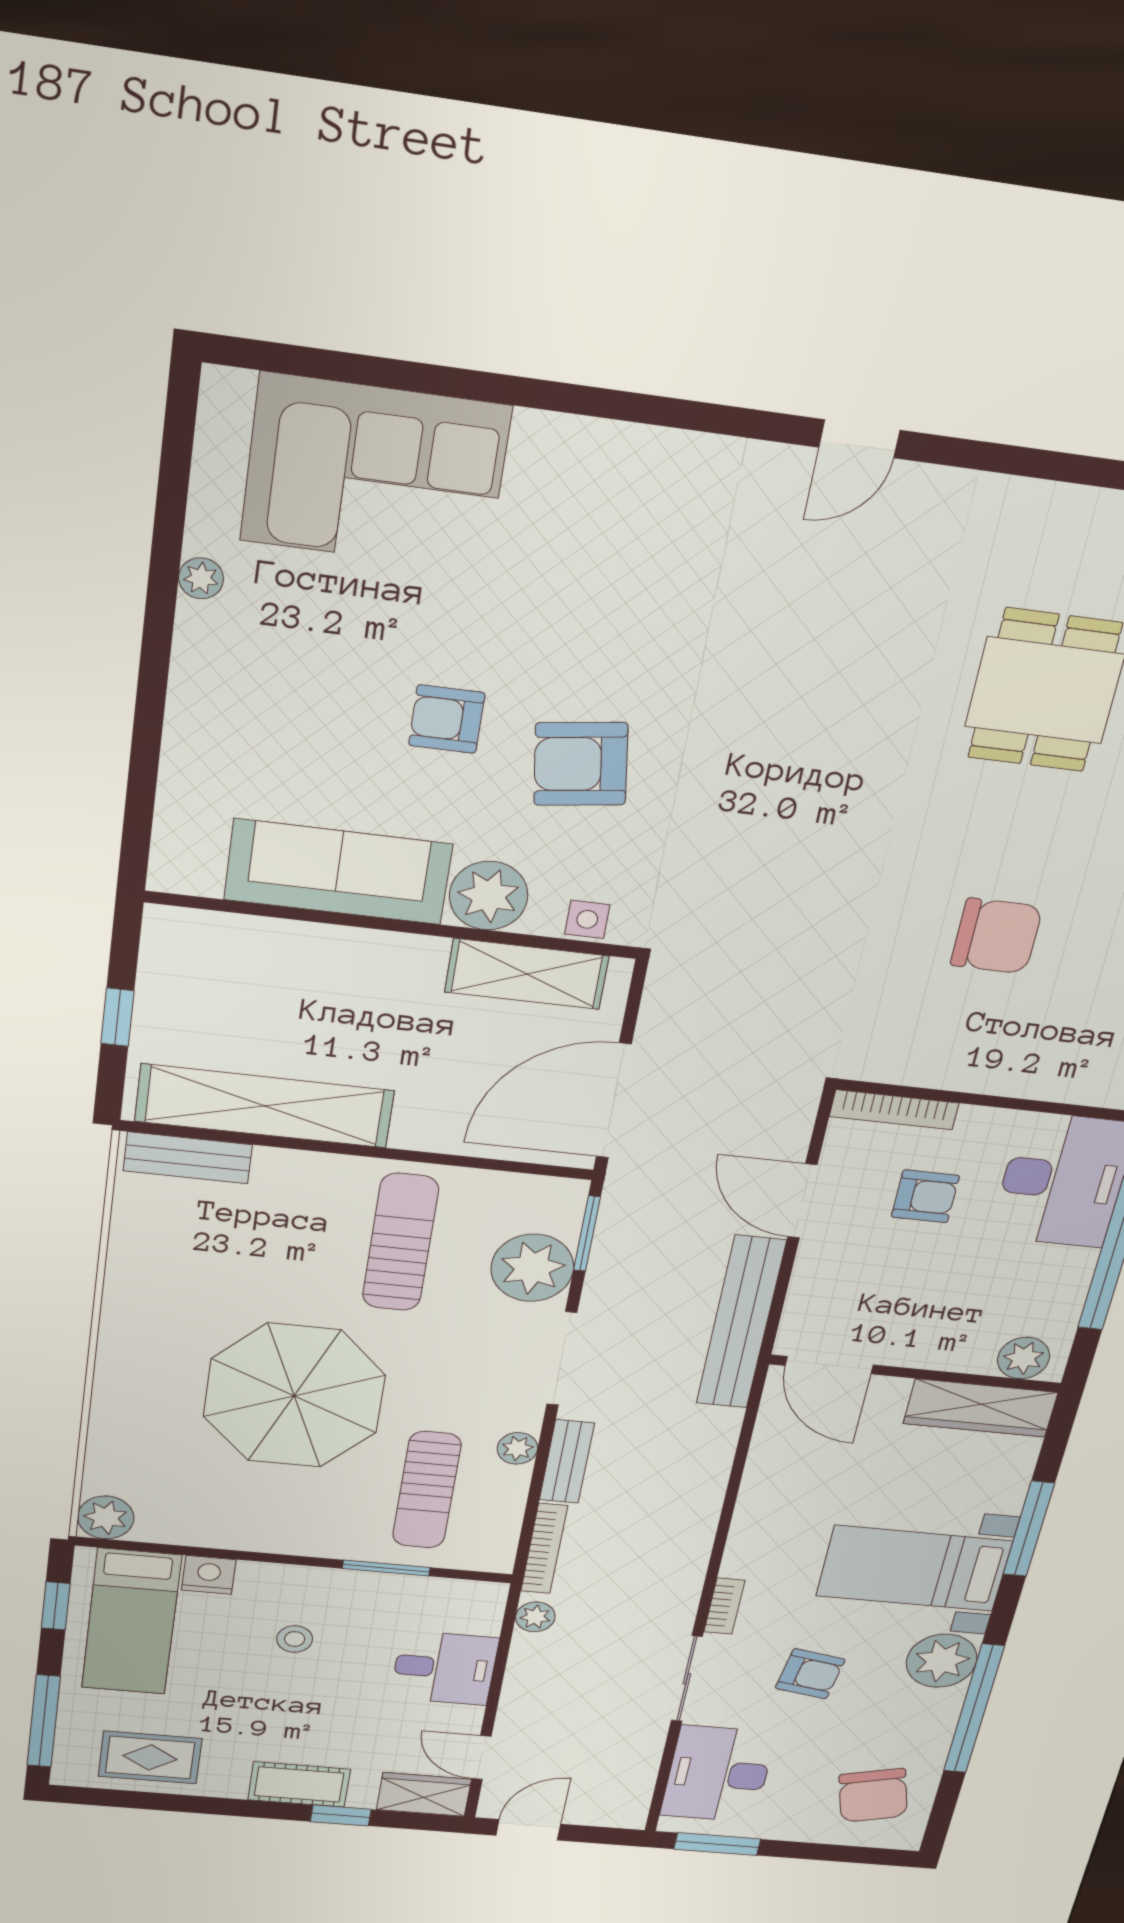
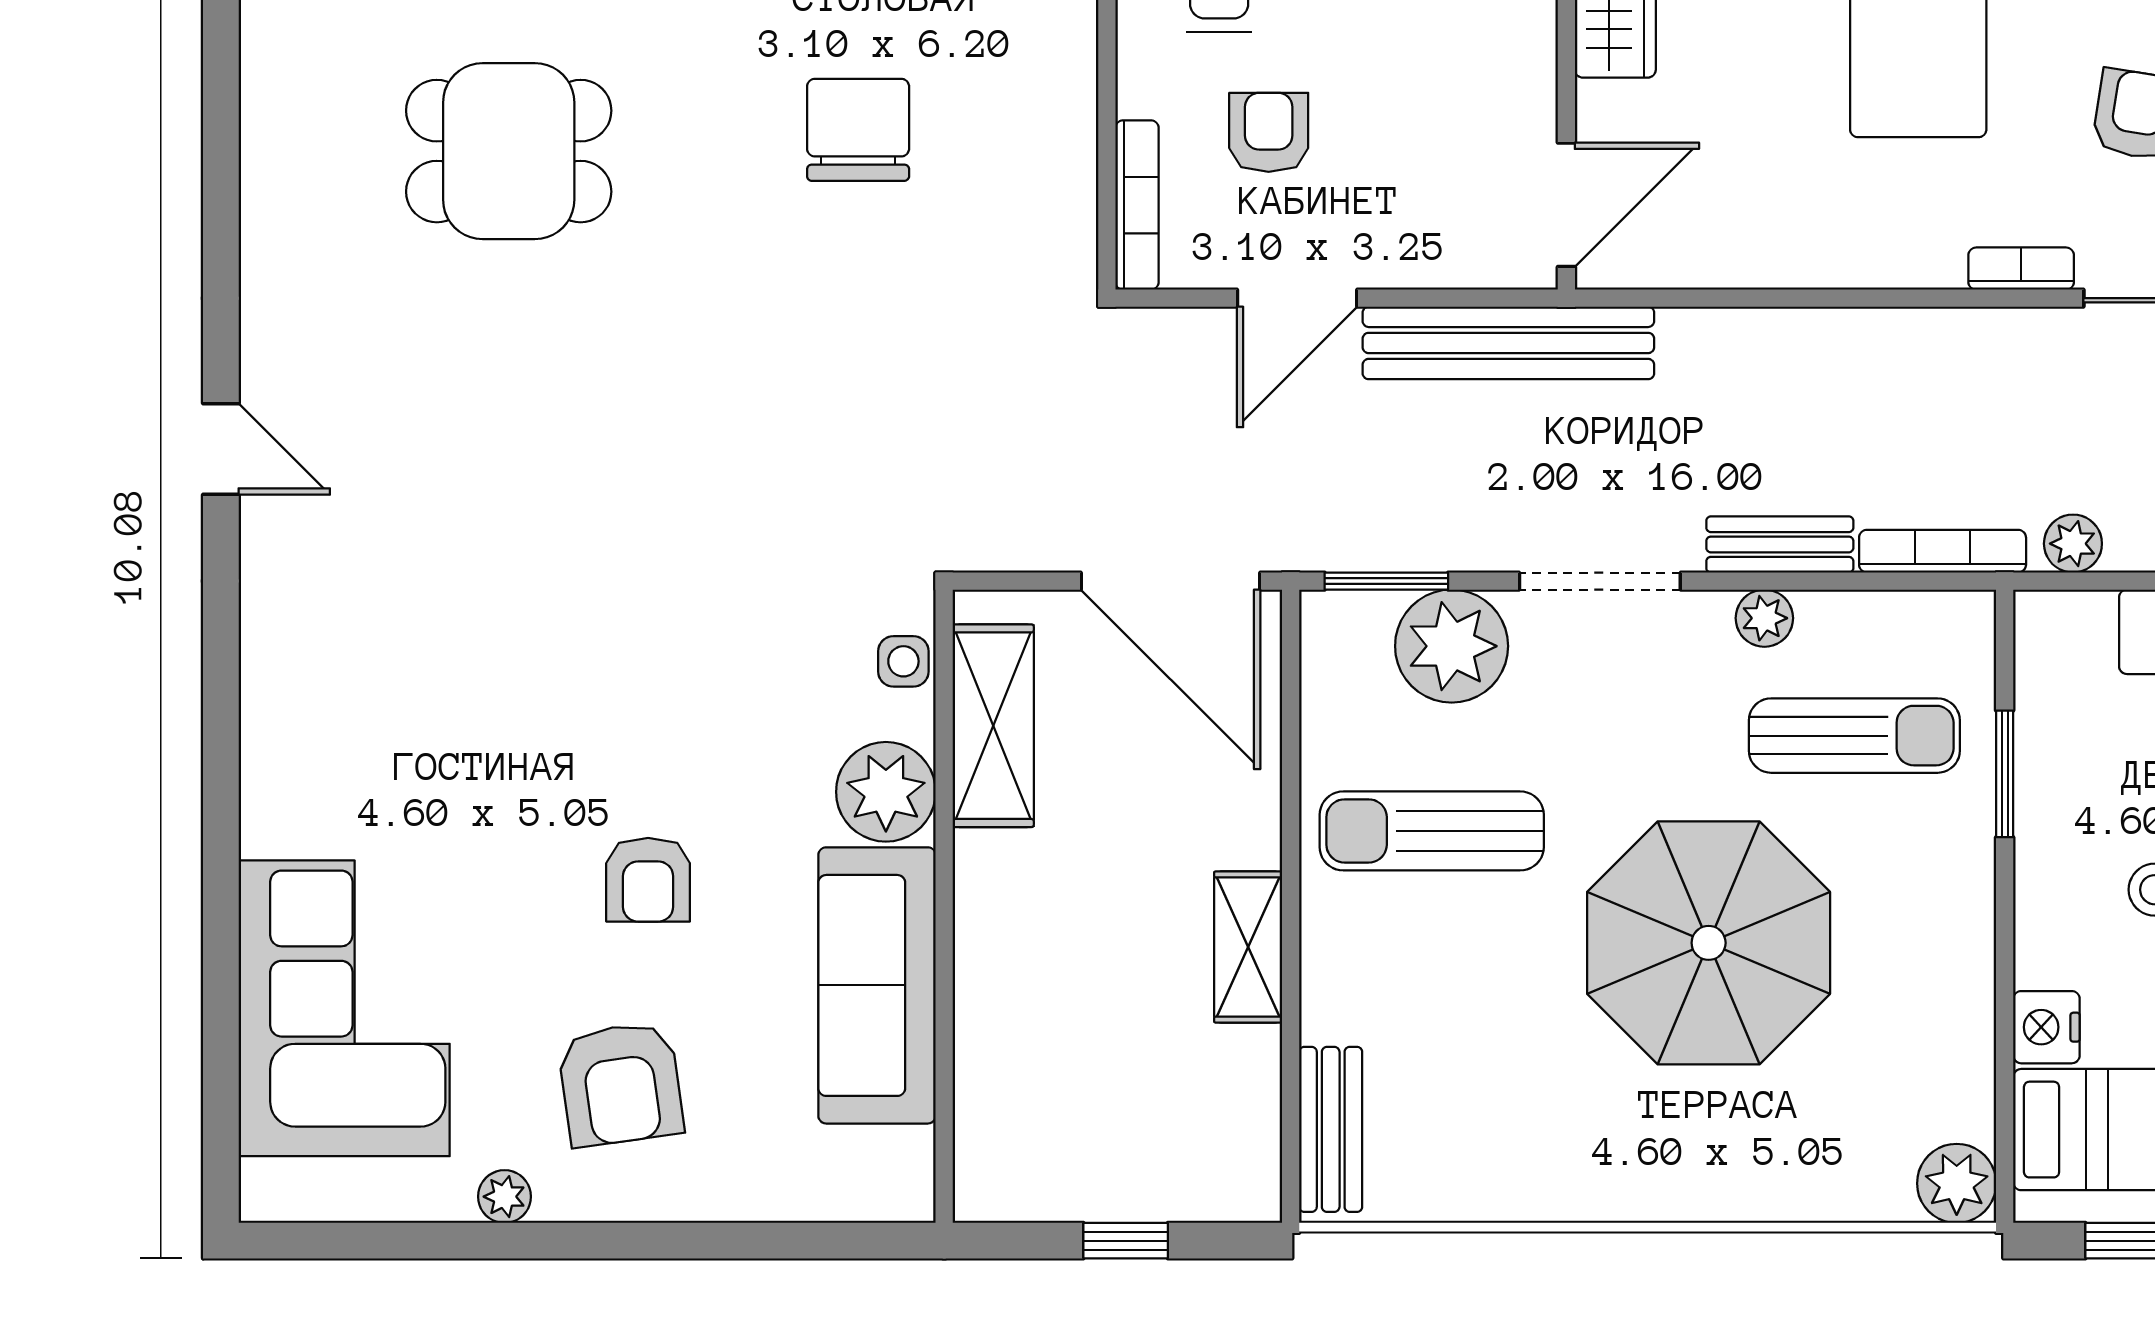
armchair: (581, 764) -> (621, 1084), moved
shelving: (265, 1106) -> (1248, 947), width x0.45, depth x0.75

